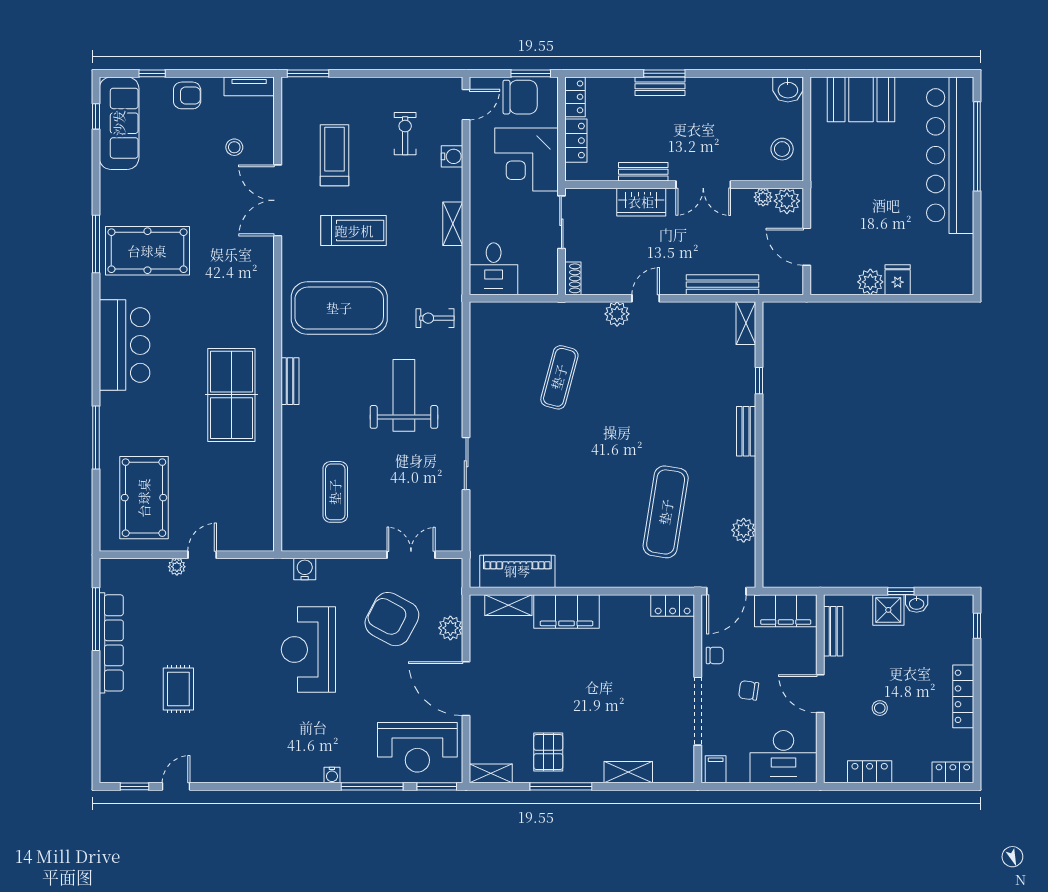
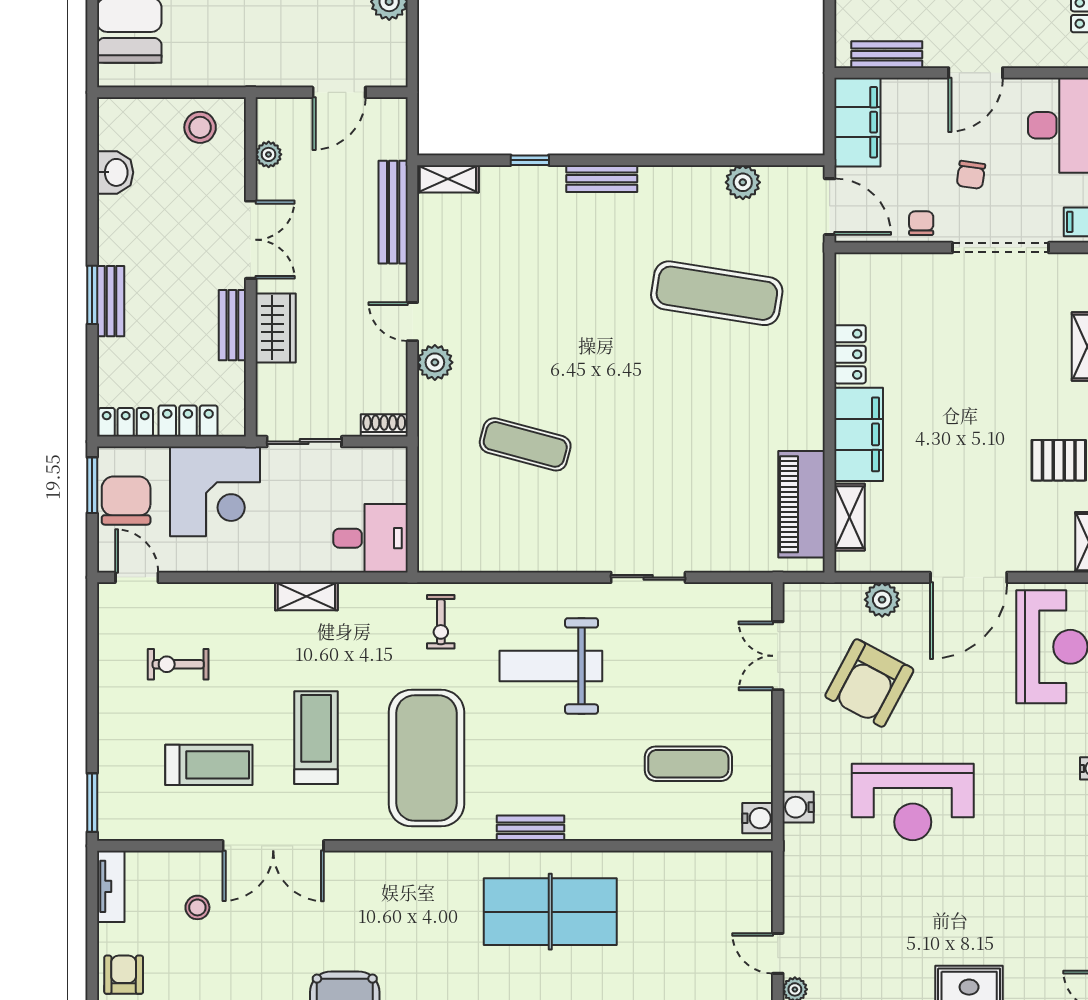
washbasin: (788, 89) -> (115, 172), moved
treadmill: (334, 155) -> (209, 765), turned 180
water cooler: (452, 156) -> (758, 818), moved, turned 90
plant: (787, 201) -> (274, 121), removed
locker: (673, 605) -> (850, 354), moved

